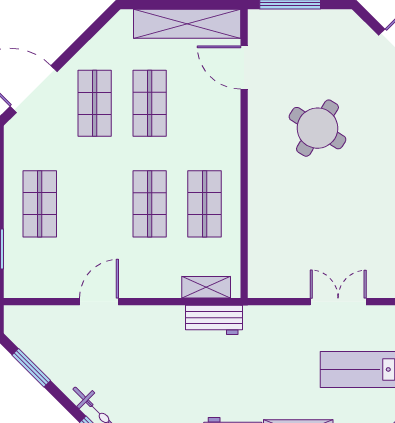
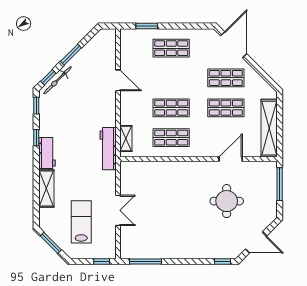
door: (244, 67) -> (231, 159), moved
round table: (317, 128) -> (227, 201), moved, turned -32
workbench: (214, 320) -> (108, 149), width x1.38
window: (31, 368) -> (71, 55), moved

